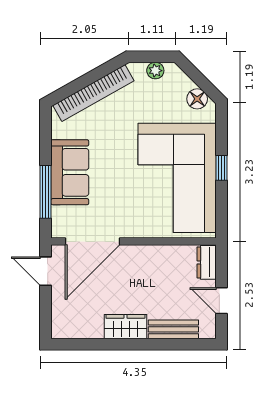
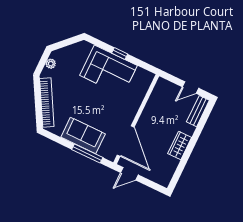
floor lamp: (197, 99) -> (77, 49), removed
corner sofa: (177, 178) -> (109, 70), width x0.73, depth x0.74
dresser: (207, 262) -> (166, 86), removed
bench: (173, 329) -> (198, 111), moved

